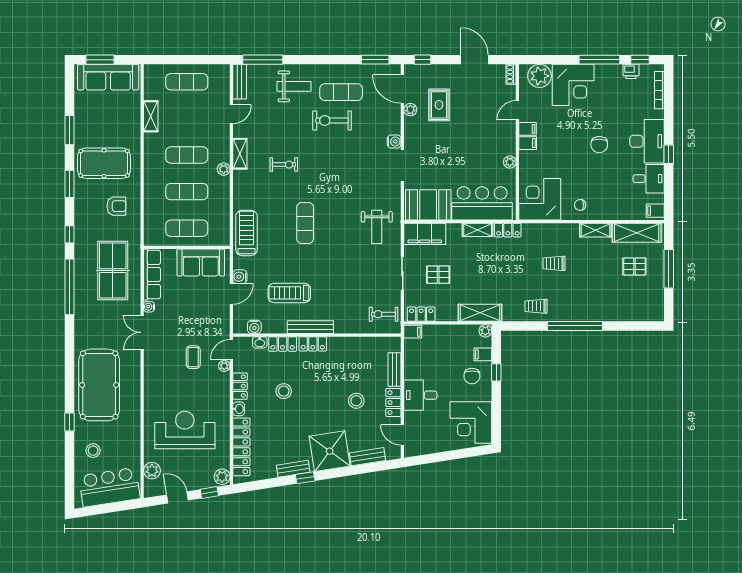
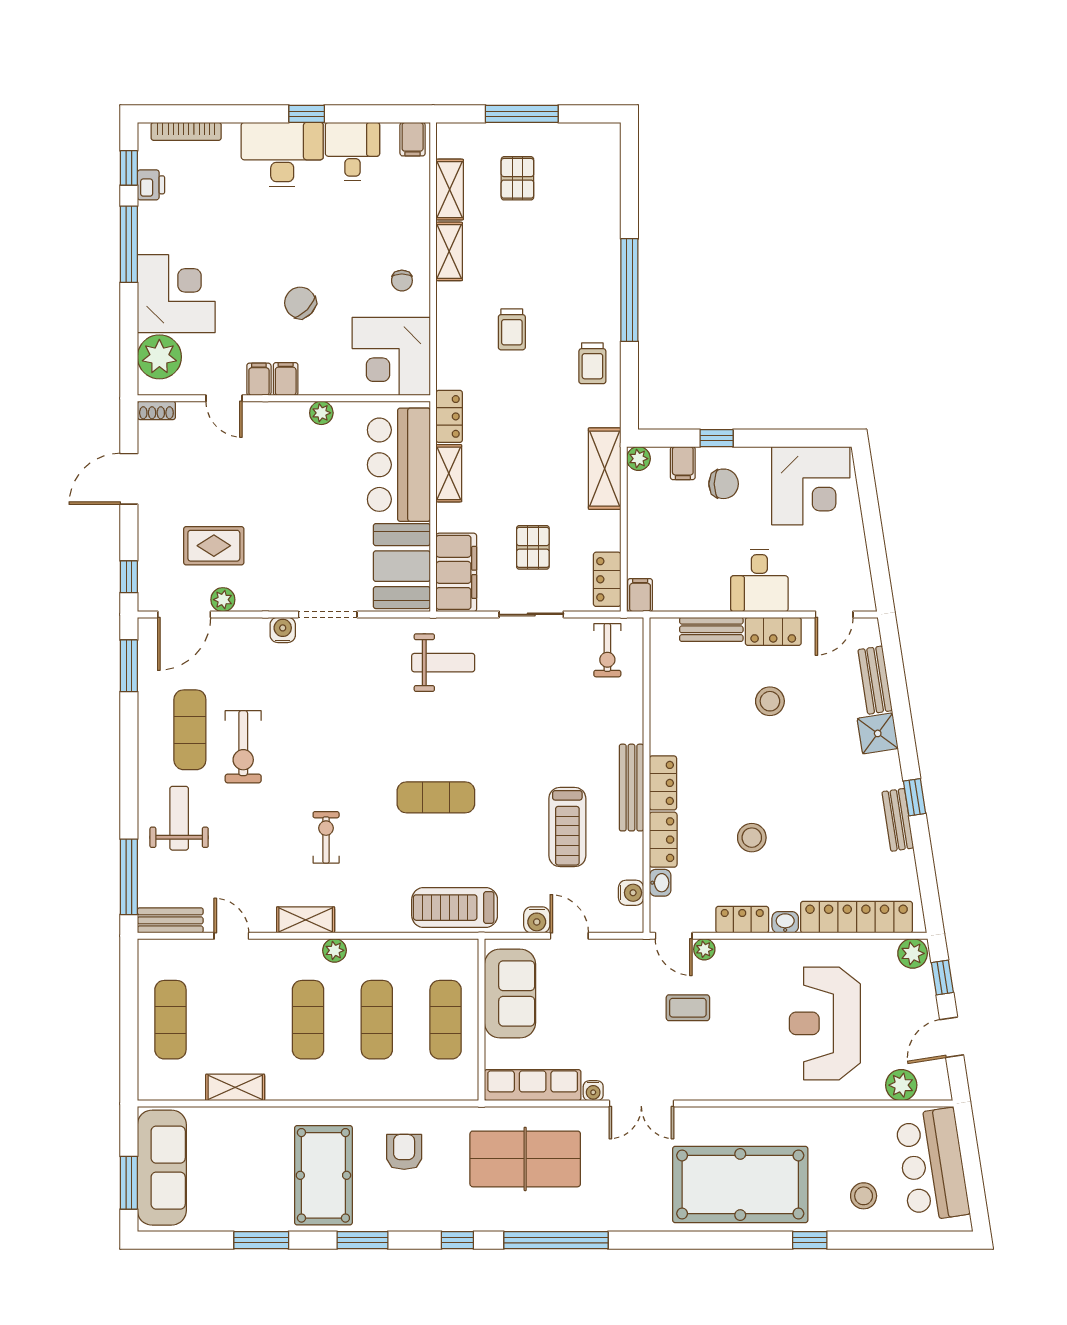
chair: (599, 145) -> (300, 303), moved, turned -137
shelving: (637, 233) -> (450, 190), width x0.67, depth x0.75
shower: (330, 451) -> (878, 733), width x0.54, depth x0.54

